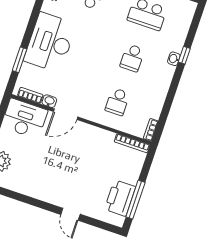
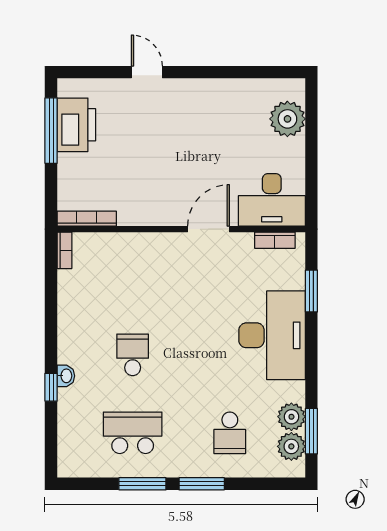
washbasin: (49, 101) -> (241, 241), removed
school desk: (117, 102) -> (133, 277), removed

